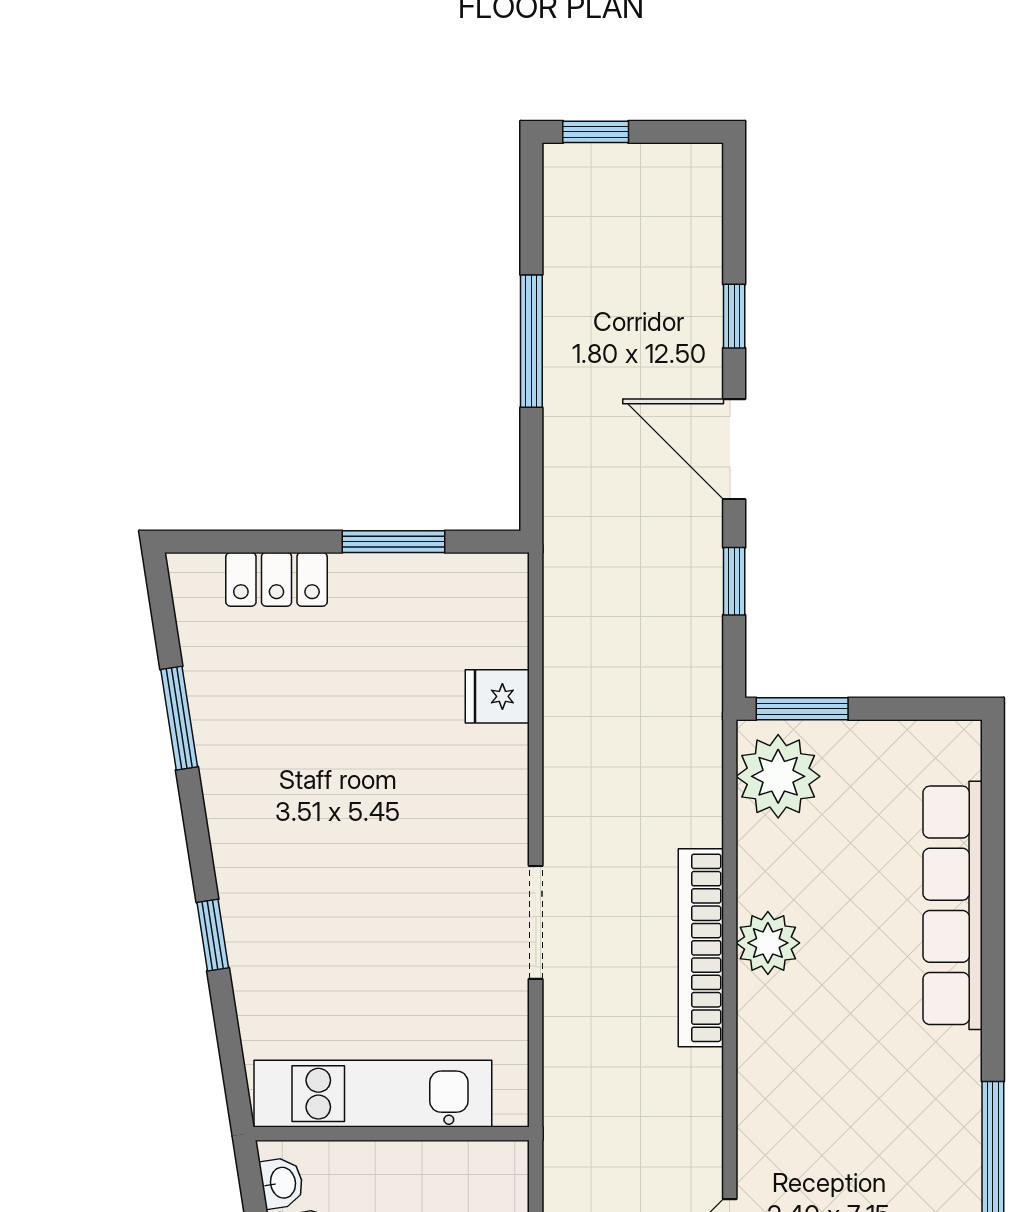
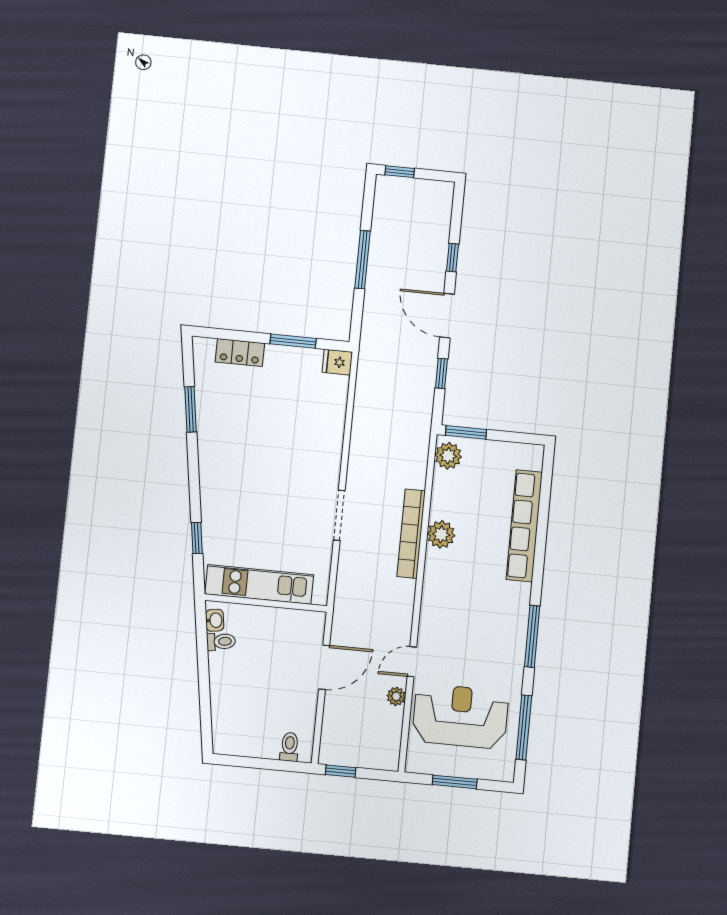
fridge: (497, 696) -> (337, 362), moved
plant: (778, 776) -> (448, 456), width x0.73, depth x0.73
window: (213, 935) -> (197, 538), moved

